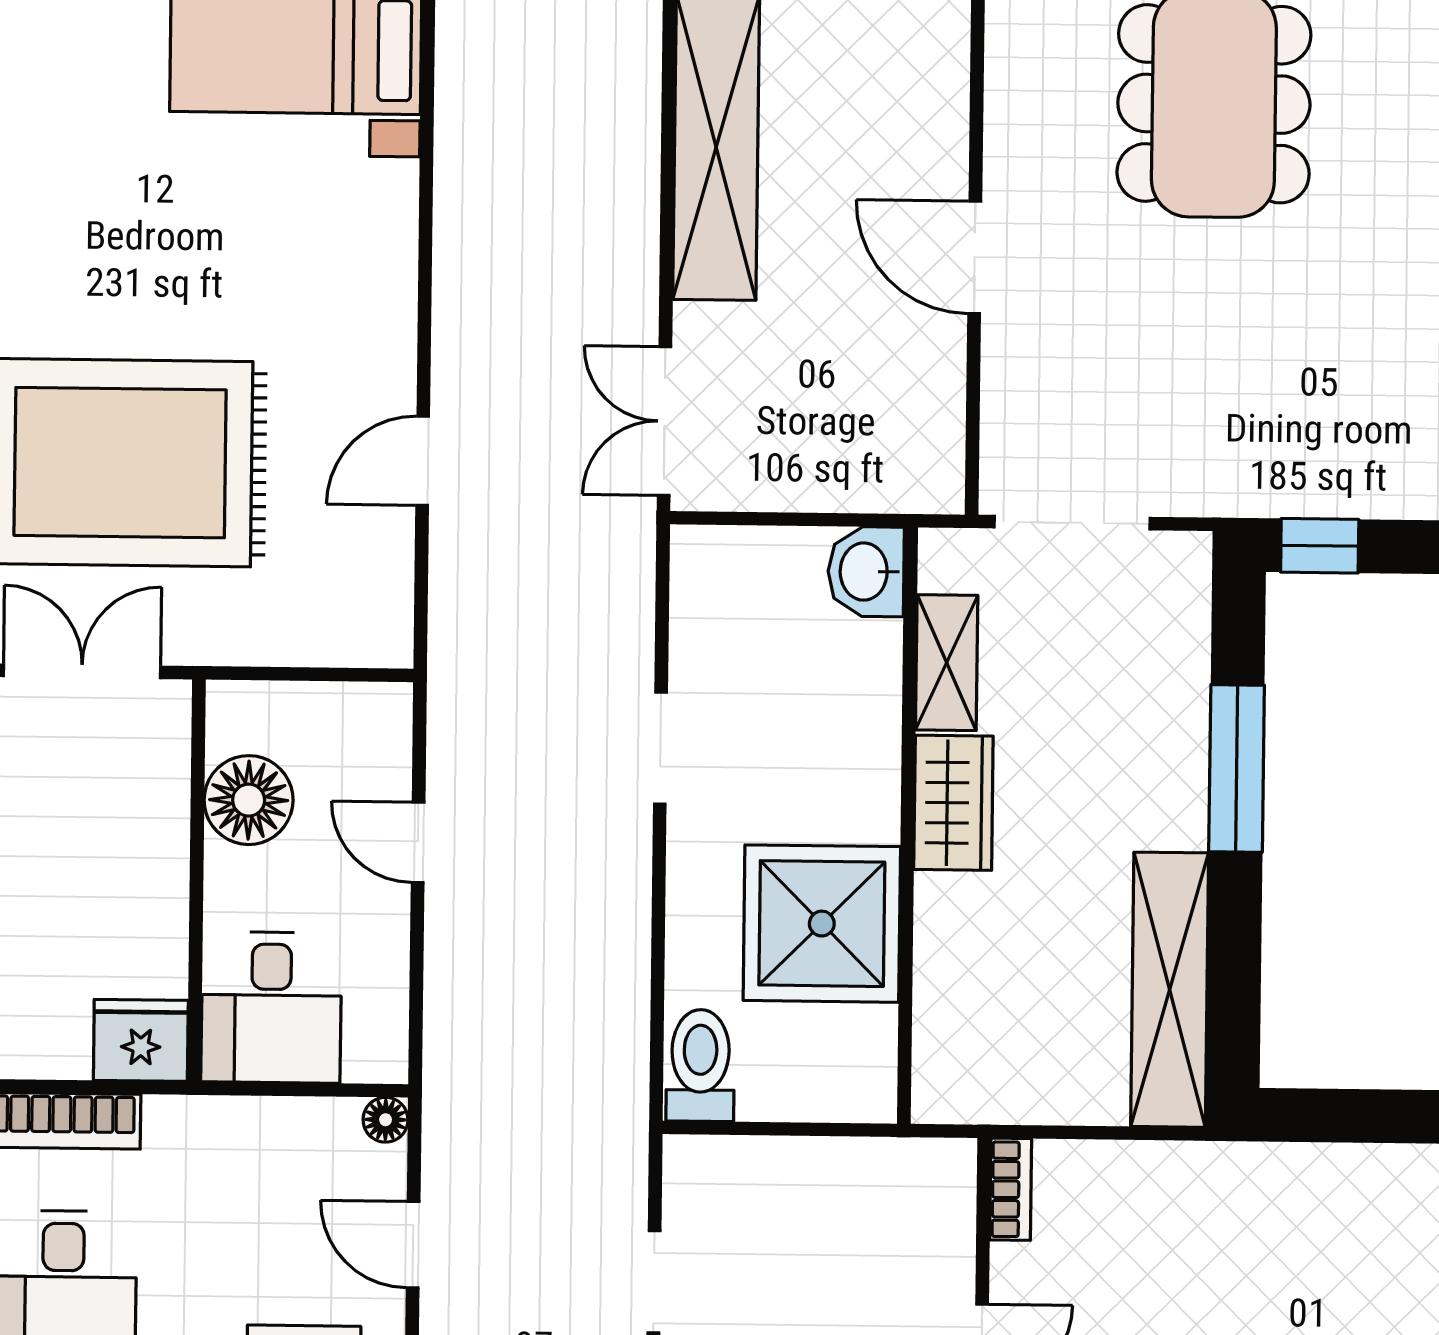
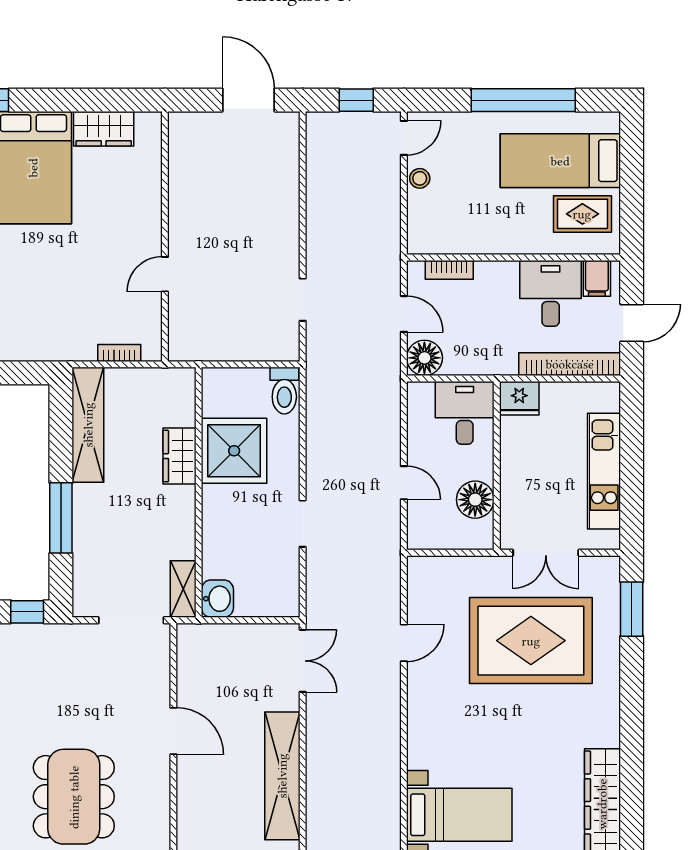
shelving: (947, 663) -> (183, 589), moved
wardrobe: (953, 803) -> (180, 456), moved
floor lamp: (386, 1120) -> (424, 358), width x1.89, depth x1.89
bookcase: (1011, 1189) -> (119, 353), moved, turned 90

